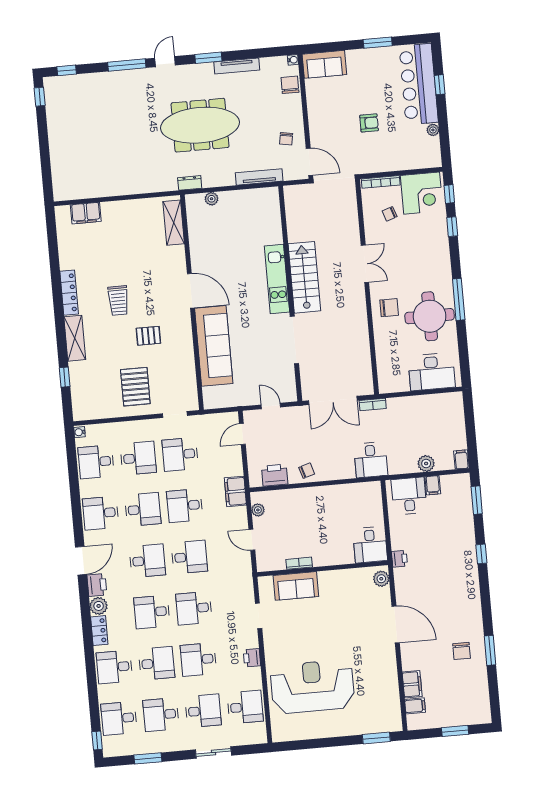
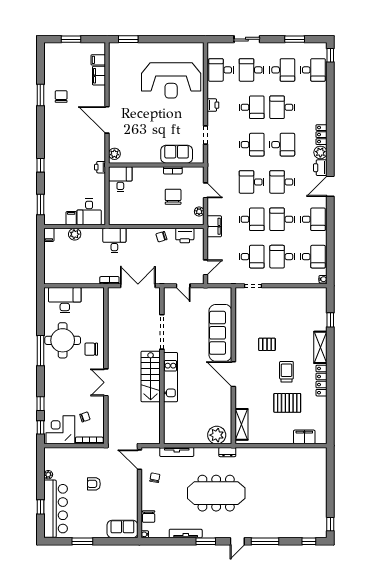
plant: (212, 199) -> (217, 435), width x1.87, depth x1.87
pallet: (135, 387) -> (287, 403), moved, turned 90
chair: (295, 527) -> (173, 197), added
desk: (114, 667) -> (313, 107), removed

